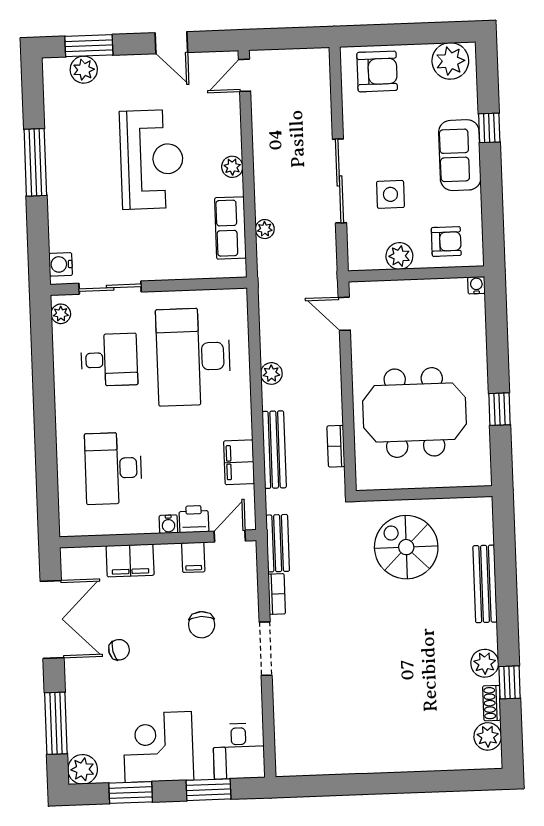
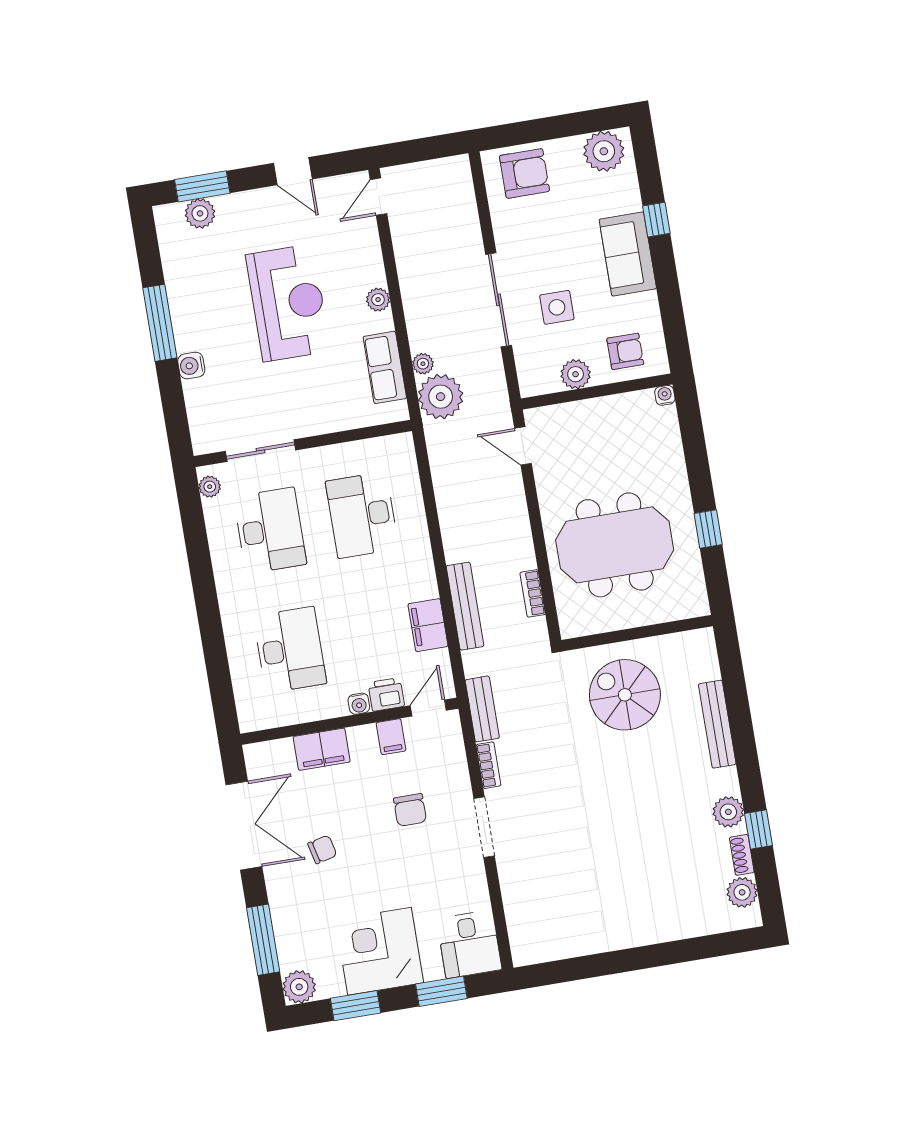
water cooler: (61, 264) -> (191, 366), moved
desk: (193, 357) -> (362, 515), width x0.73, depth x0.77
desk: (109, 360) -> (270, 530), width x1.37
plant: (271, 373) -> (441, 397), moved, width x1.88, depth x1.88
desk: (113, 468) -> (290, 650), turned 180

